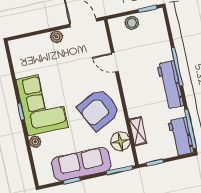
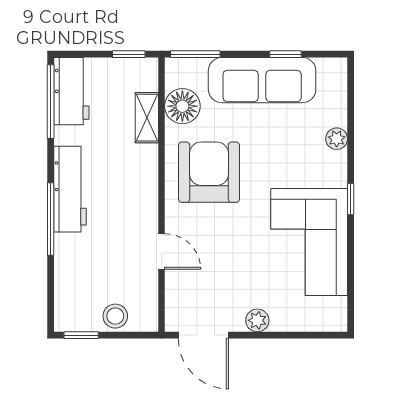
corner sofa: (42, 103) -> (309, 242), moved
armchair: (99, 110) -> (209, 172), turned -63

